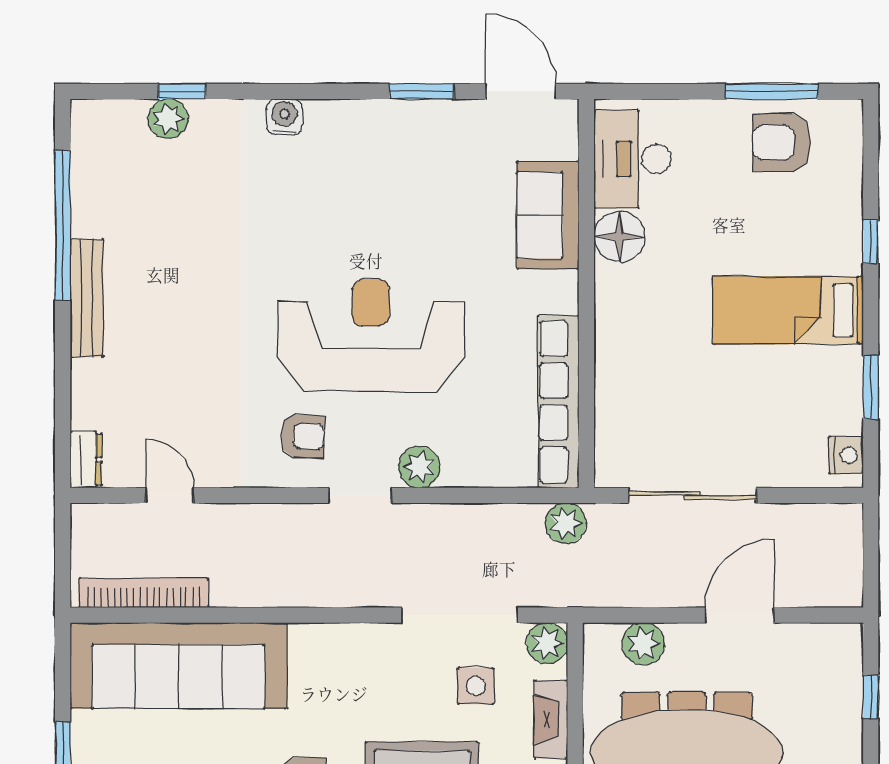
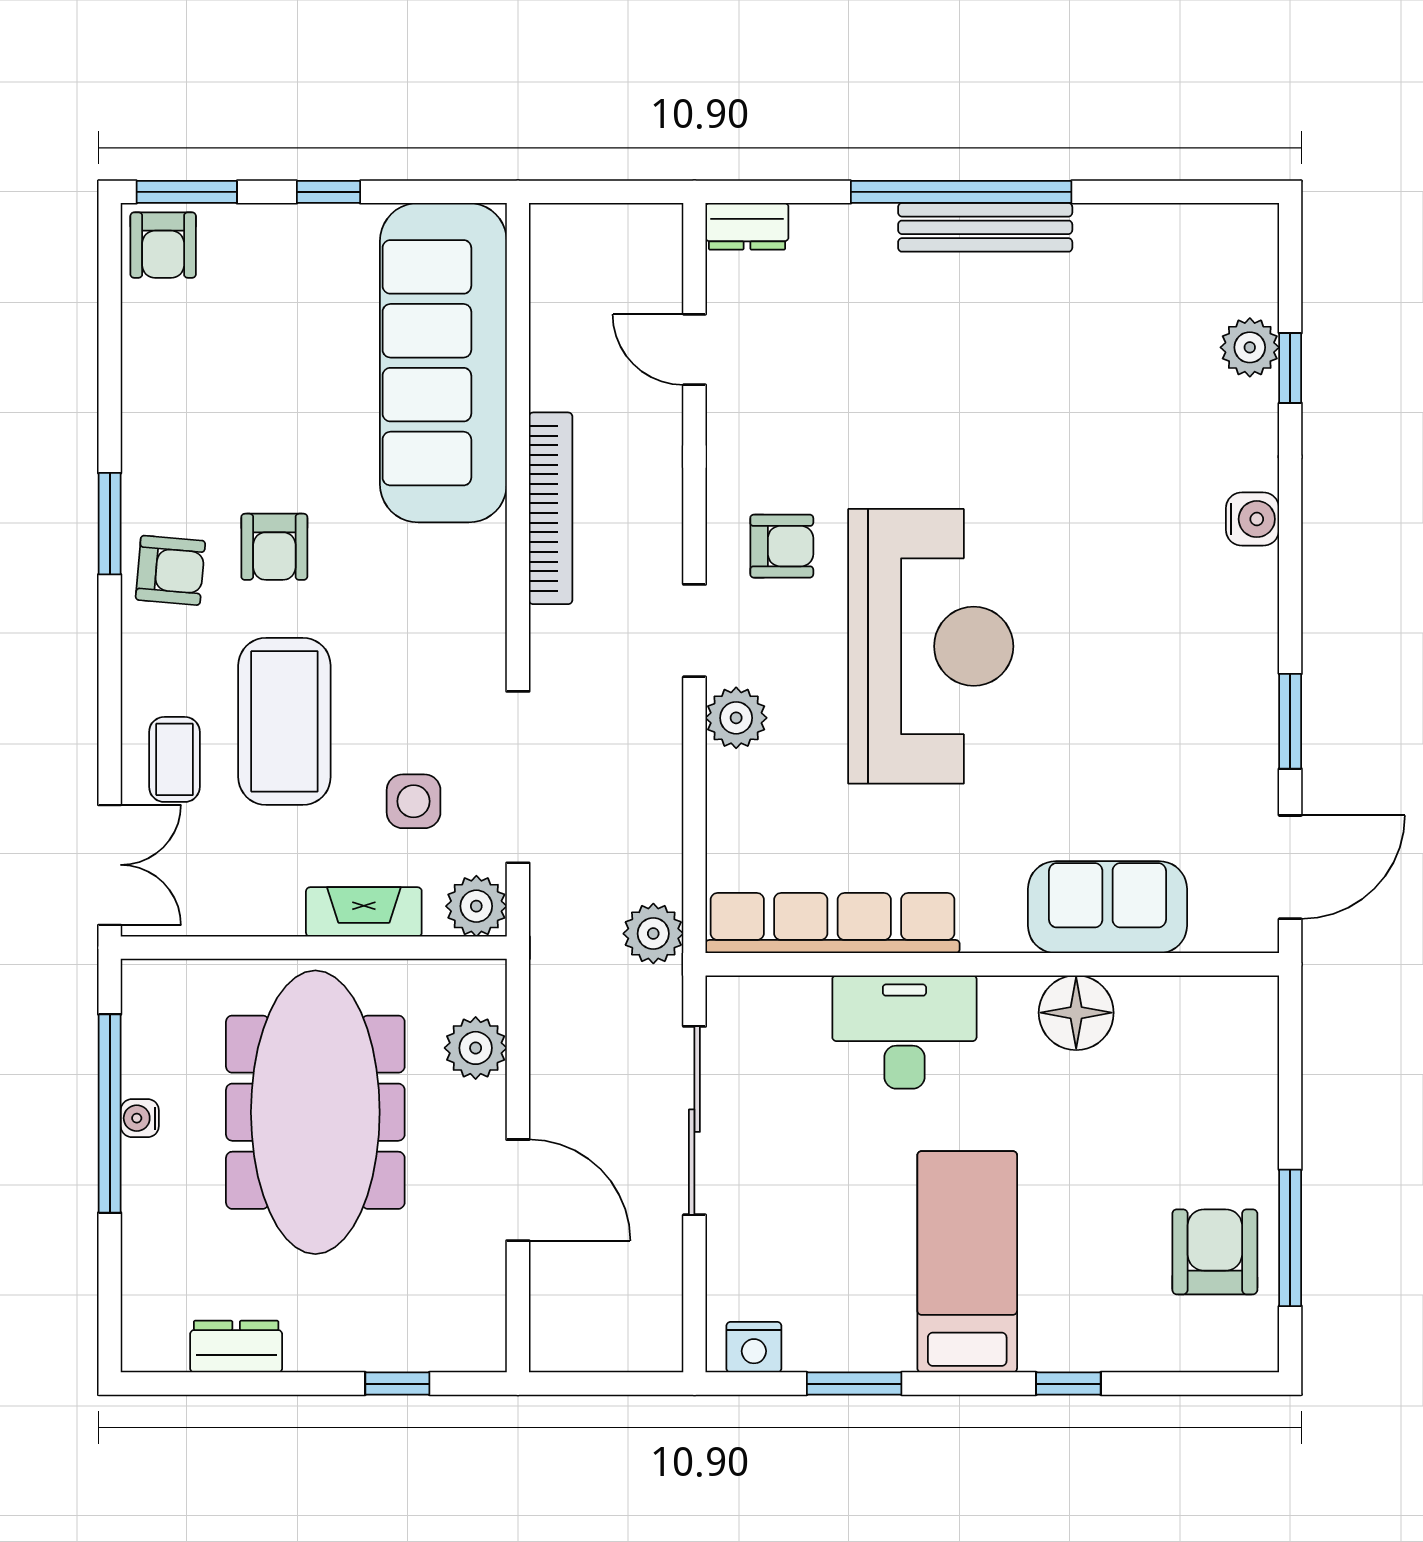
desk: (632, 159) -> (904, 1032), moved
window: (63, 225) -> (961, 192), moved
armchair: (303, 436) -> (782, 546), turned -93
door: (170, 495) -> (694, 350), swing flipped
bookcase: (144, 593) -> (551, 508), moved

